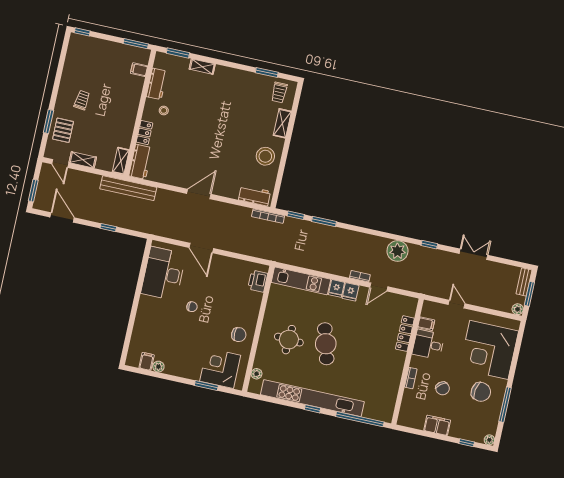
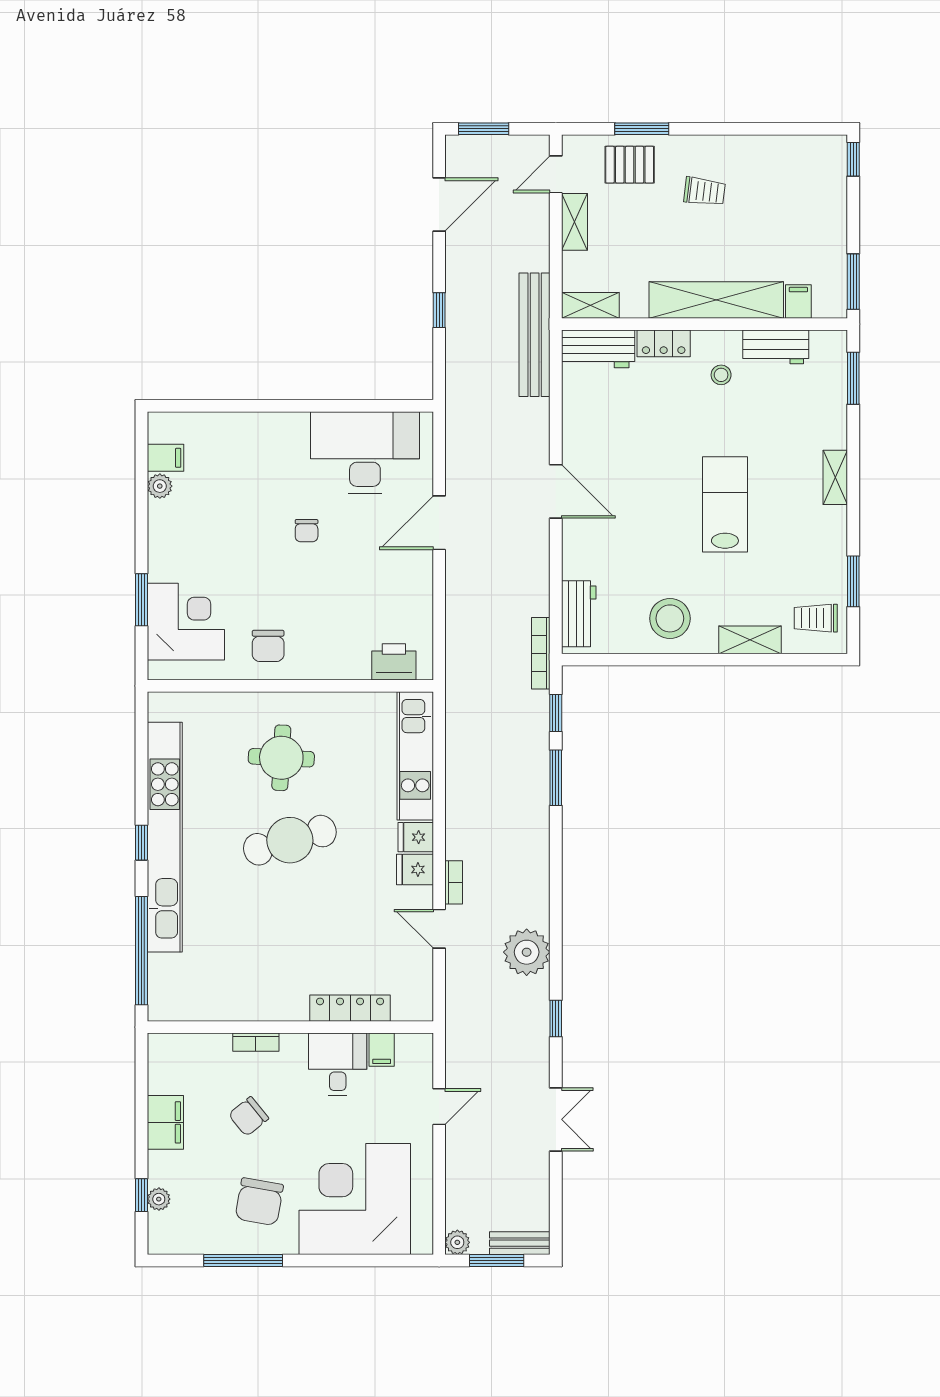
shelving: (202, 67) -> (835, 477), moved
shelving: (131, 105) -> (716, 300), added
lab bench: (221, 121) -> (725, 504), added
plant: (257, 374) -> (191, 704), removed
plant: (489, 440) -> (159, 1199), moved

